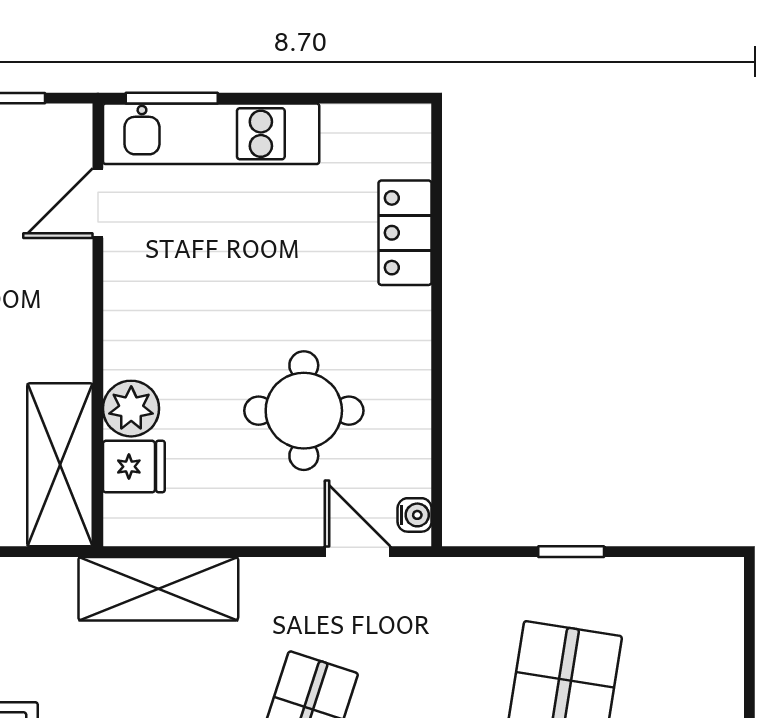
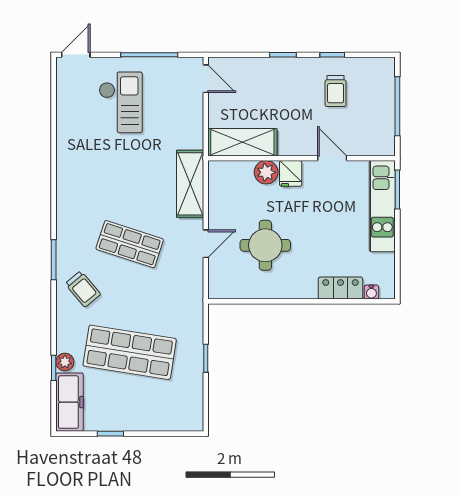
door: (98, 203) -> (332, 158), moved
fridge: (134, 467) -> (291, 173), moved
water cooler: (415, 515) -> (371, 292), moved
door: (357, 552) -> (206, 244), moved

